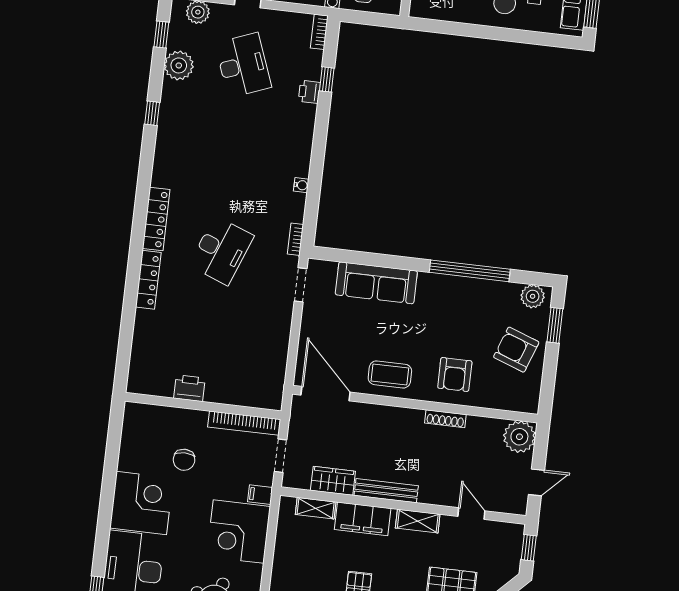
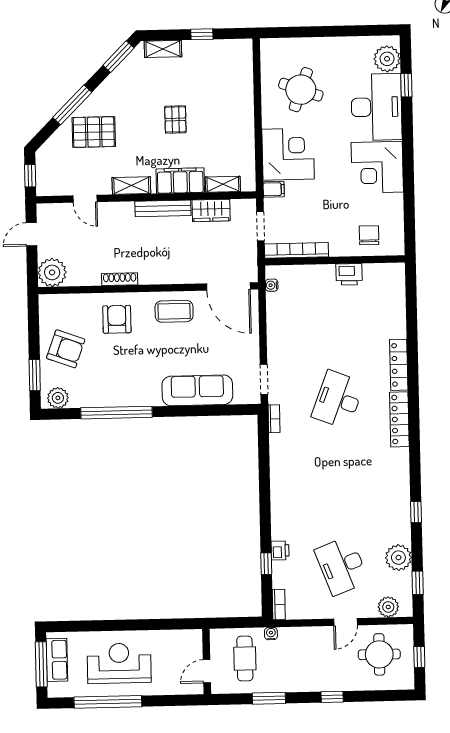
water cooler: (301, 185) -> (272, 285), moved
chair: (184, 460) -> (369, 235), moved

